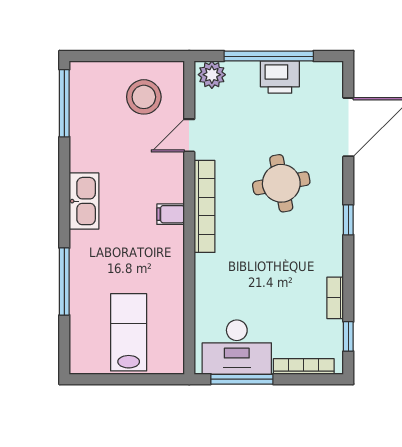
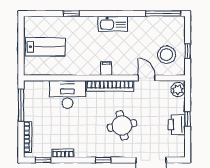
window: (138, 56) -> (188, 51), added
window: (269, 56) -> (188, 119), width x0.32
window: (64, 281) -> (71, 14), width x0.46
desk: (237, 347) -> (67, 95), moved, turned 90

